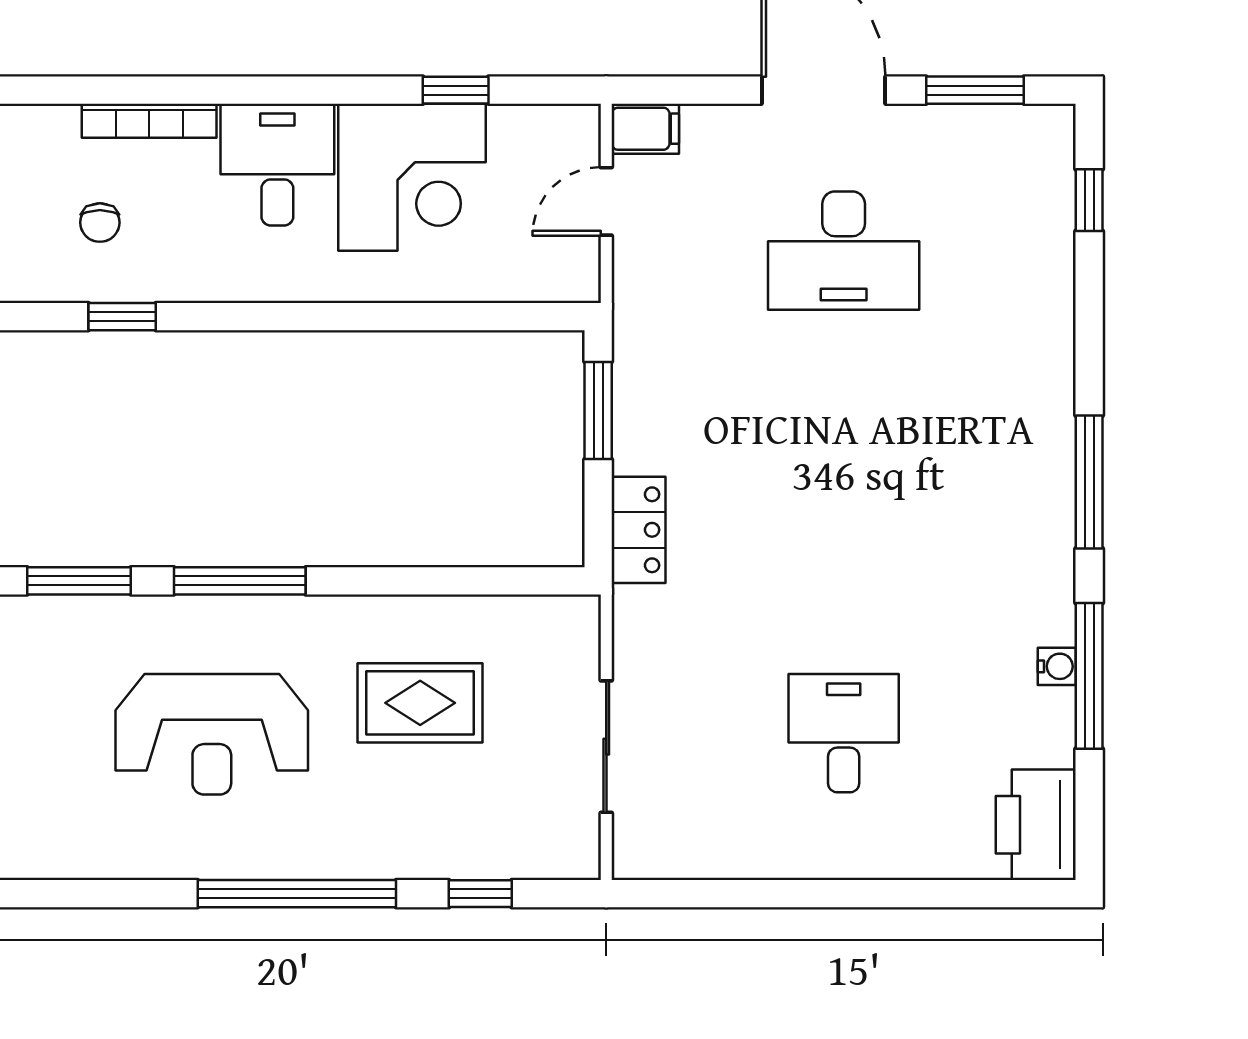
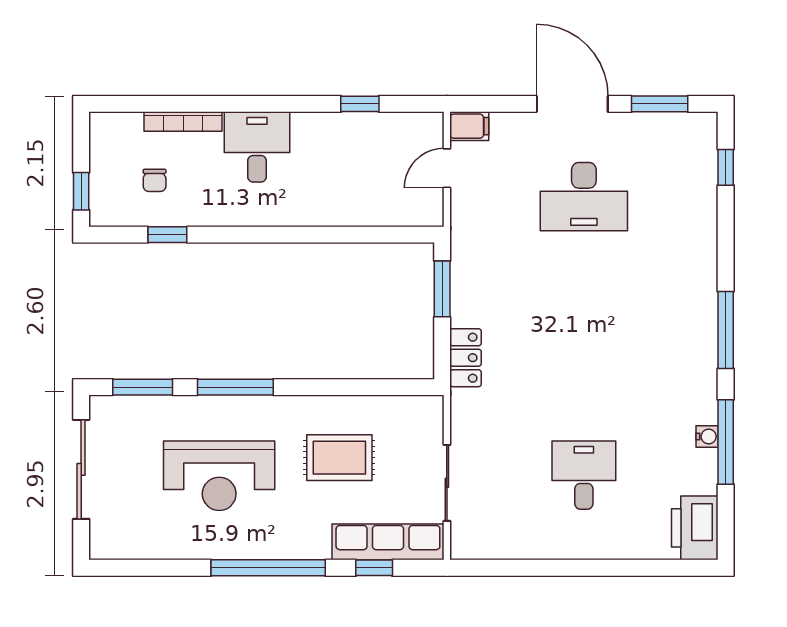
corner desk: (412, 177) -> (335, 154), removed
row of seats: (504, 849) -> (388, 542), added

